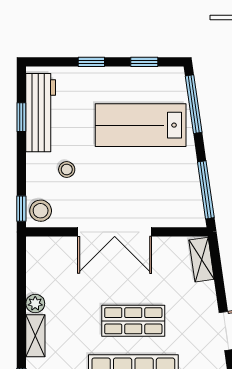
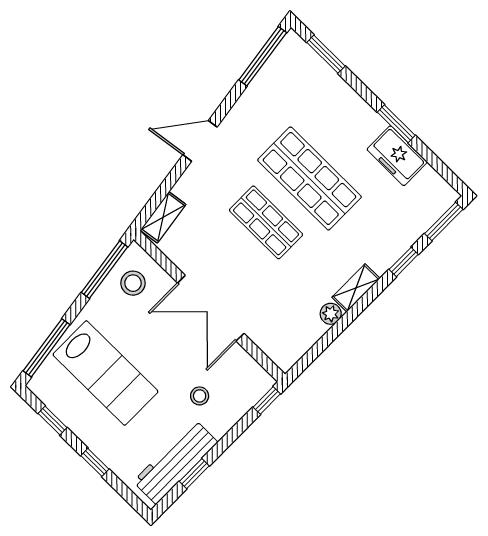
stool: (41, 211) -> (133, 283), moved
double door: (115, 232) -> (211, 308), swing flipped

